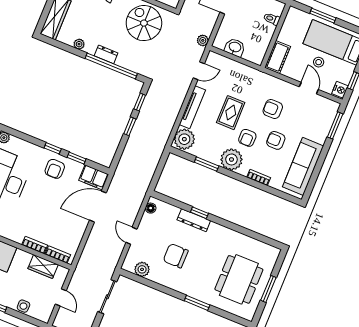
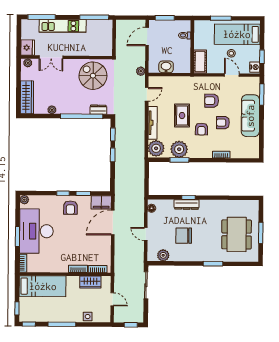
dresser: (106, 54) -> (98, 110), moved
plant: (231, 159) -> (179, 149), moved
sofa: (303, 166) -> (250, 116), moved

